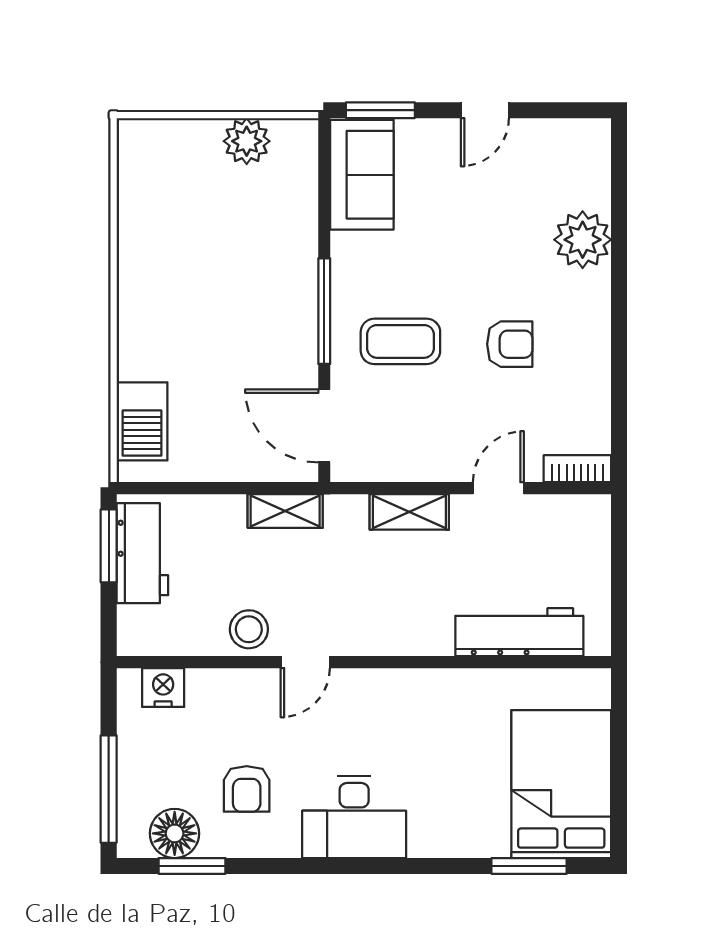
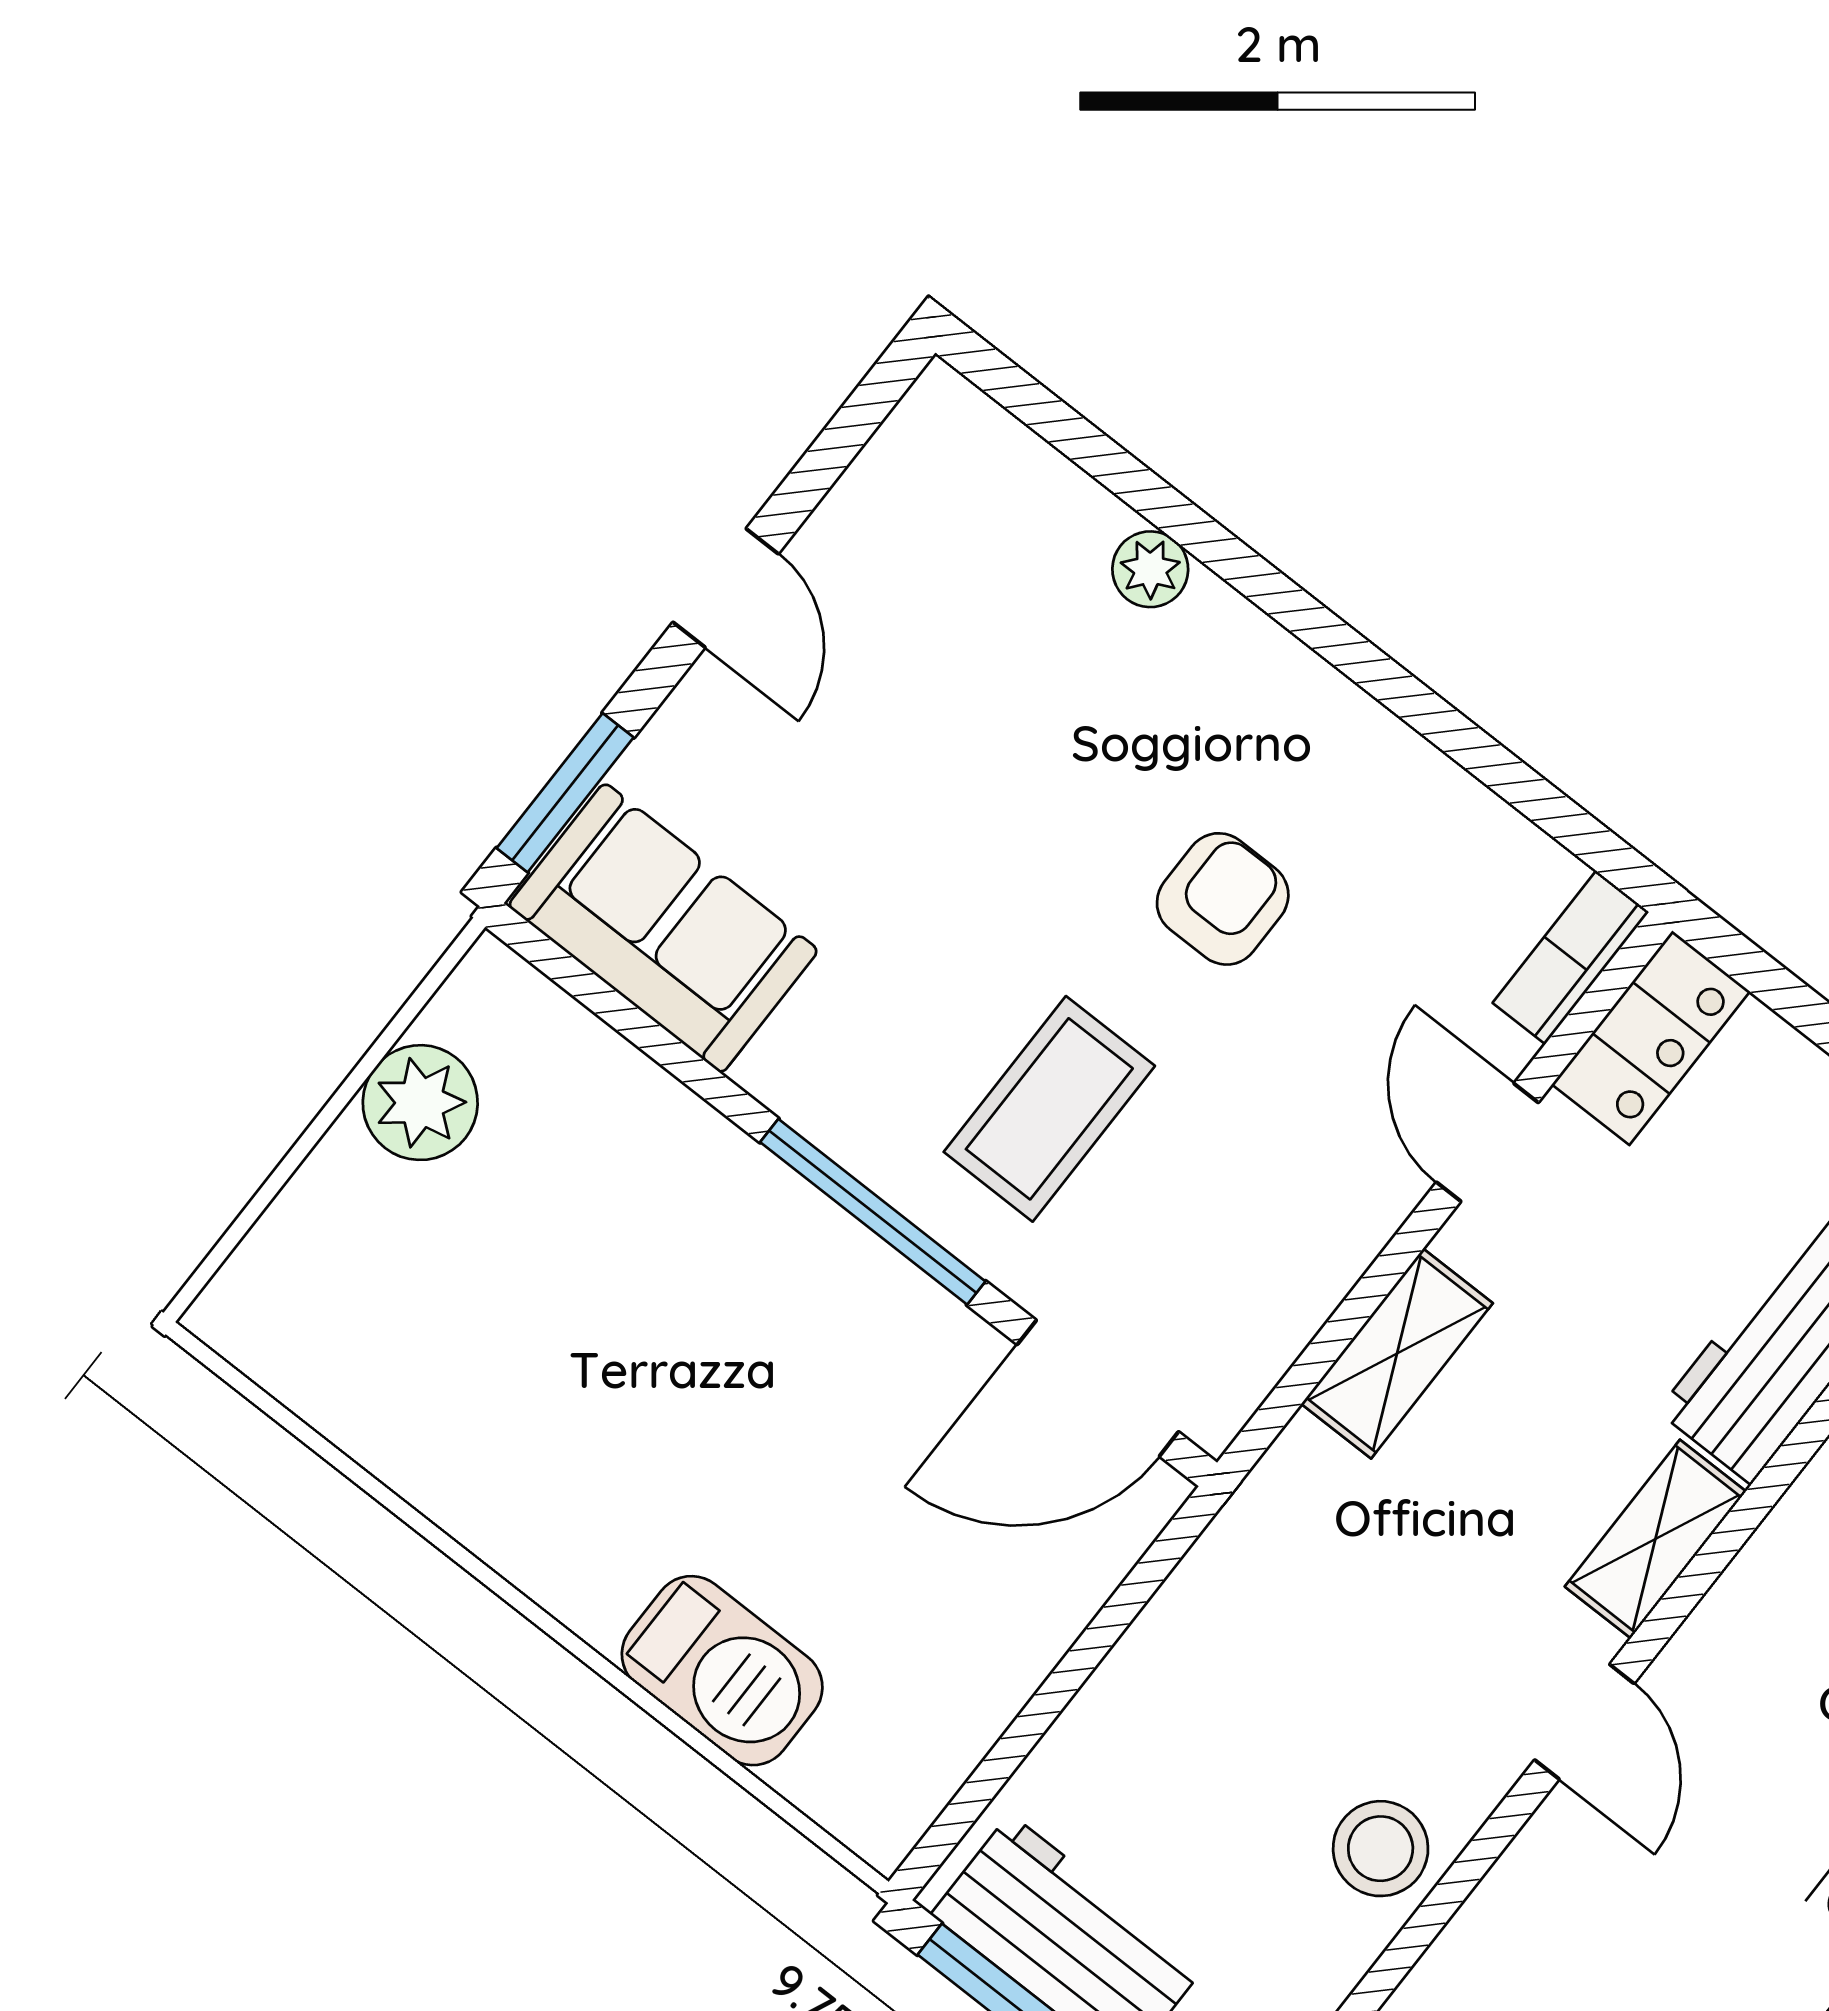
plant: (583, 240) -> (1150, 569), width x0.53, depth x0.53
barbecue: (142, 421) -> (722, 1671), moved
shelving: (285, 511) -> (1655, 1539), moved
locker: (572, 514) -> (1651, 1038), added
door: (305, 662) -> (1584, 1722), moved

